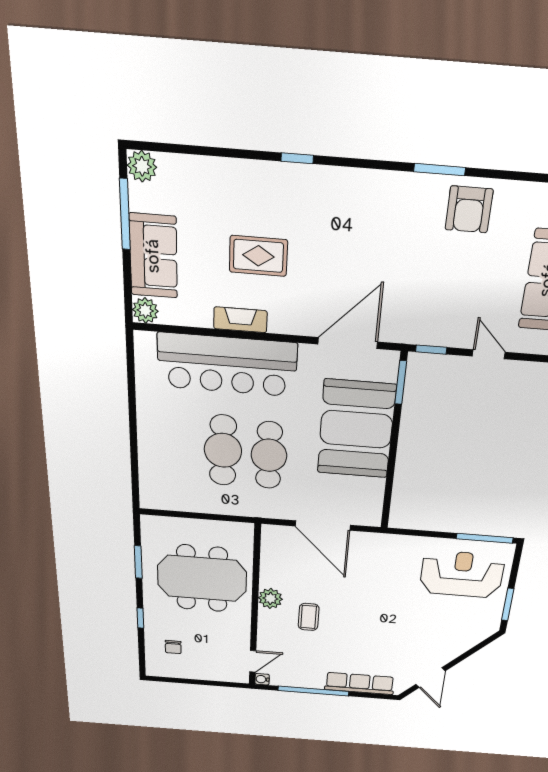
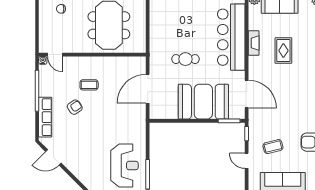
coffee table: (467, 296) -> (273, 147), added
door: (489, 354) -> (247, 161), swing flipped
cafe table: (223, 450) -> (186, 36), removed
cafe table: (269, 455) -> (185, 59), width x0.73, depth x0.74
plant: (270, 598) -> (99, 63), removed
armchair: (346, 641) -> (75, 107), added

